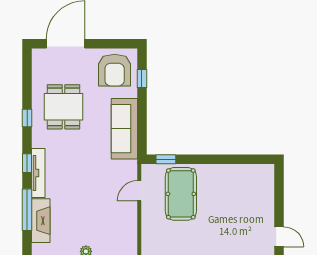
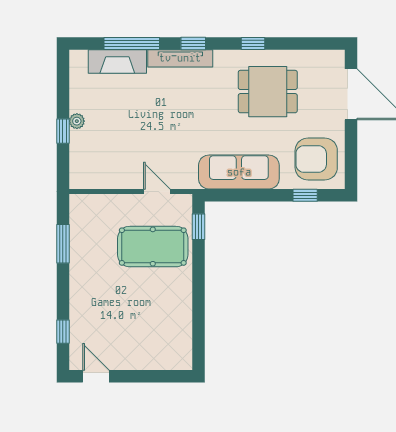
door: (279, 237) -> (96, 376), swing flipped

